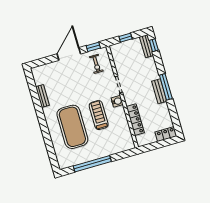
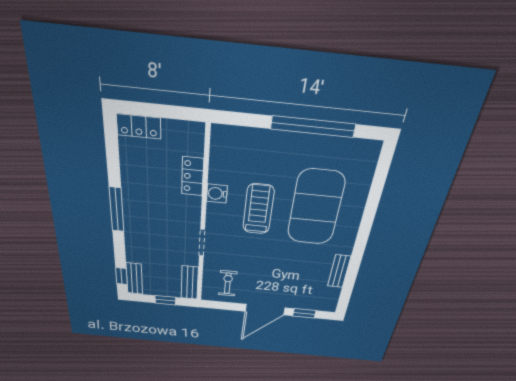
window: (93, 47) -> (304, 313), moved
bench: (159, 91) -> (190, 283), moved
water cooler: (117, 101) -> (217, 194), moved
treadmill: (99, 115) -> (258, 209), turned 180
locker: (135, 120) -> (193, 176), width x0.66

